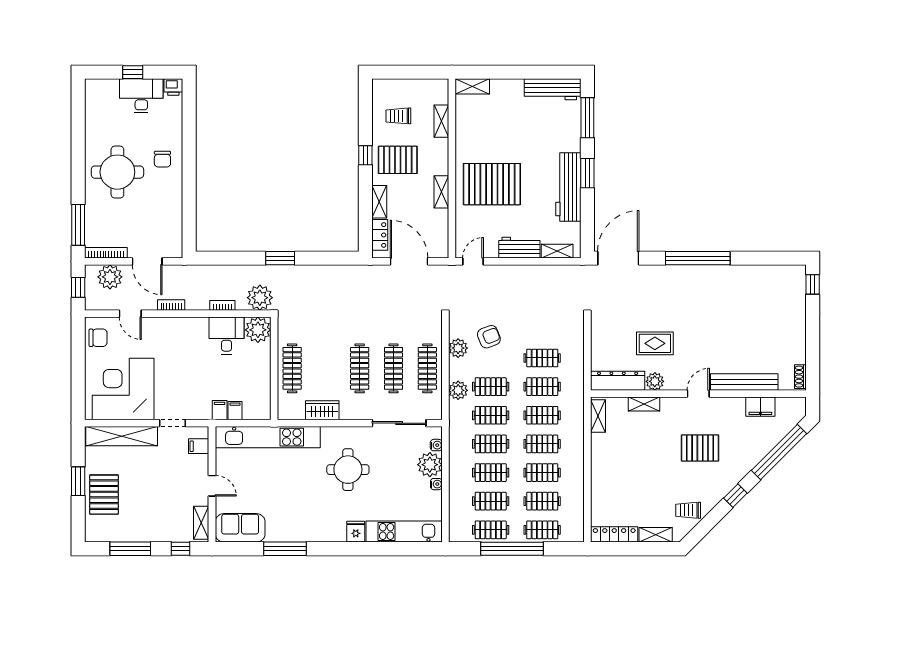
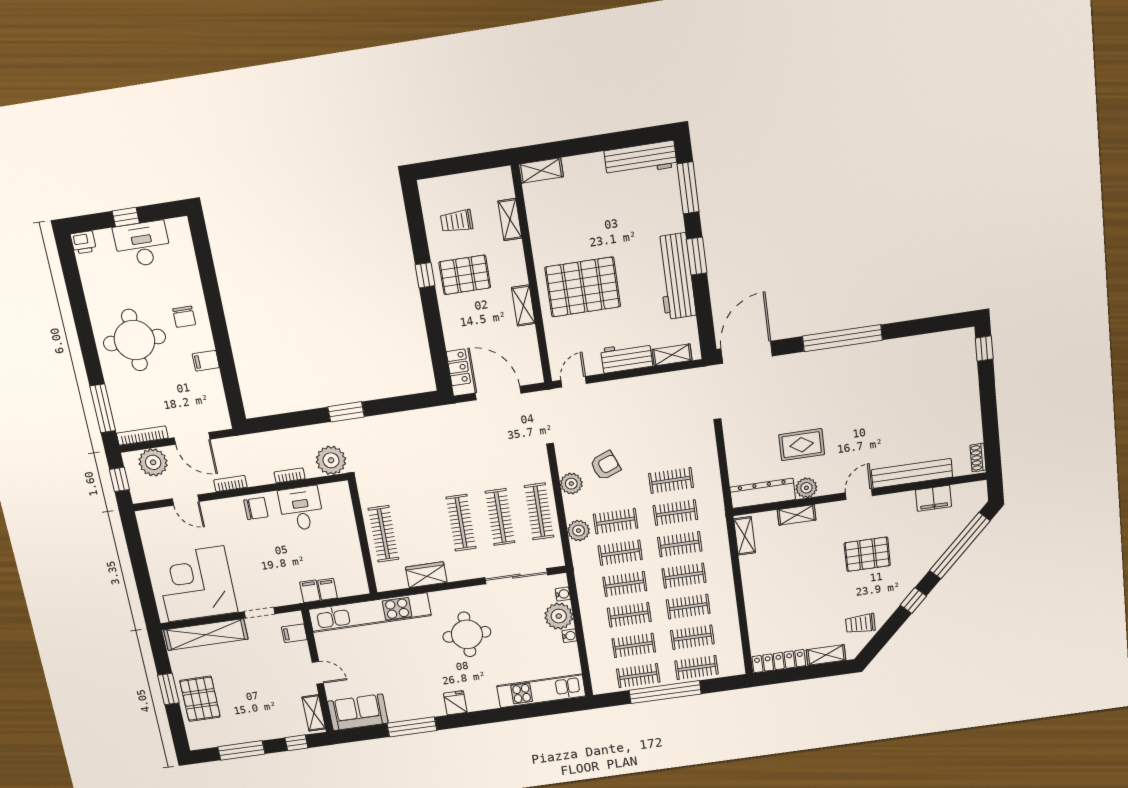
printer: (173, 87) -> (83, 242), moved
filing cabinet: (173, 198) -> (206, 361), added
shelving: (379, 202) -> (451, 328), removed
plant: (258, 330) -> (336, 497), removed
chair: (98, 338) -> (256, 508), moved
fridge: (356, 532) -> (455, 703), moved

